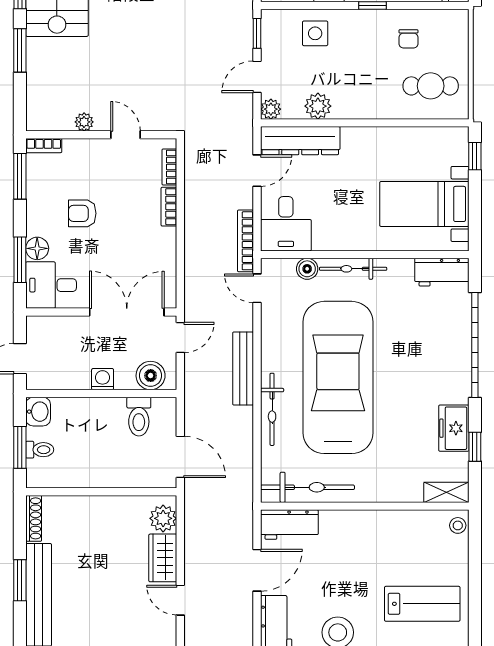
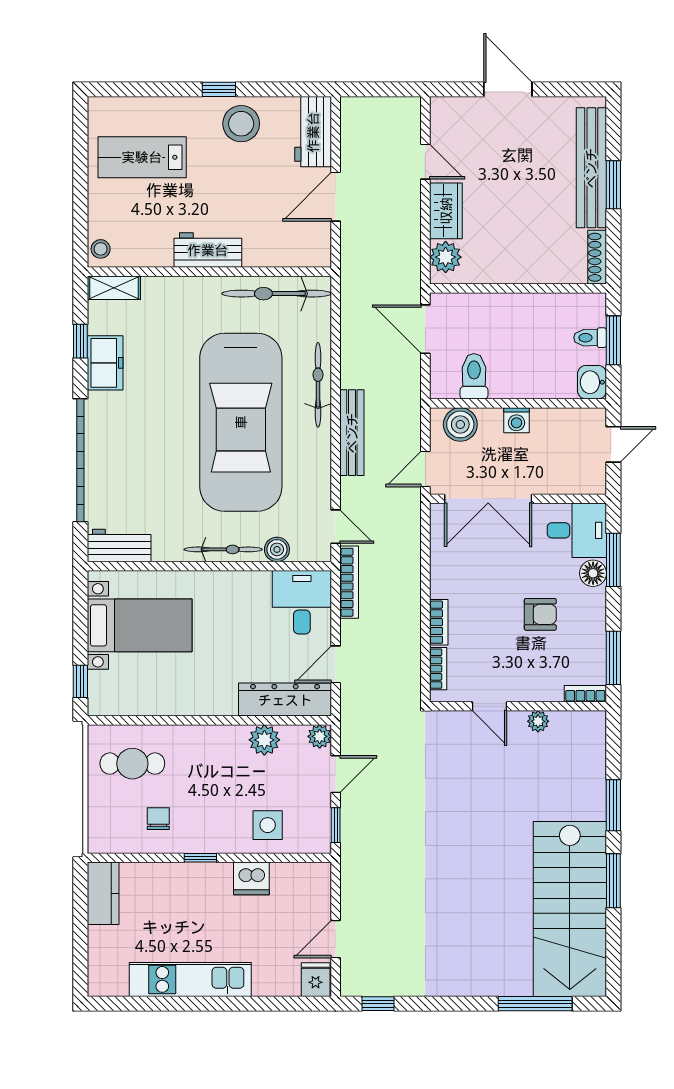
workbench: (289, 525) -> (208, 250), moved

